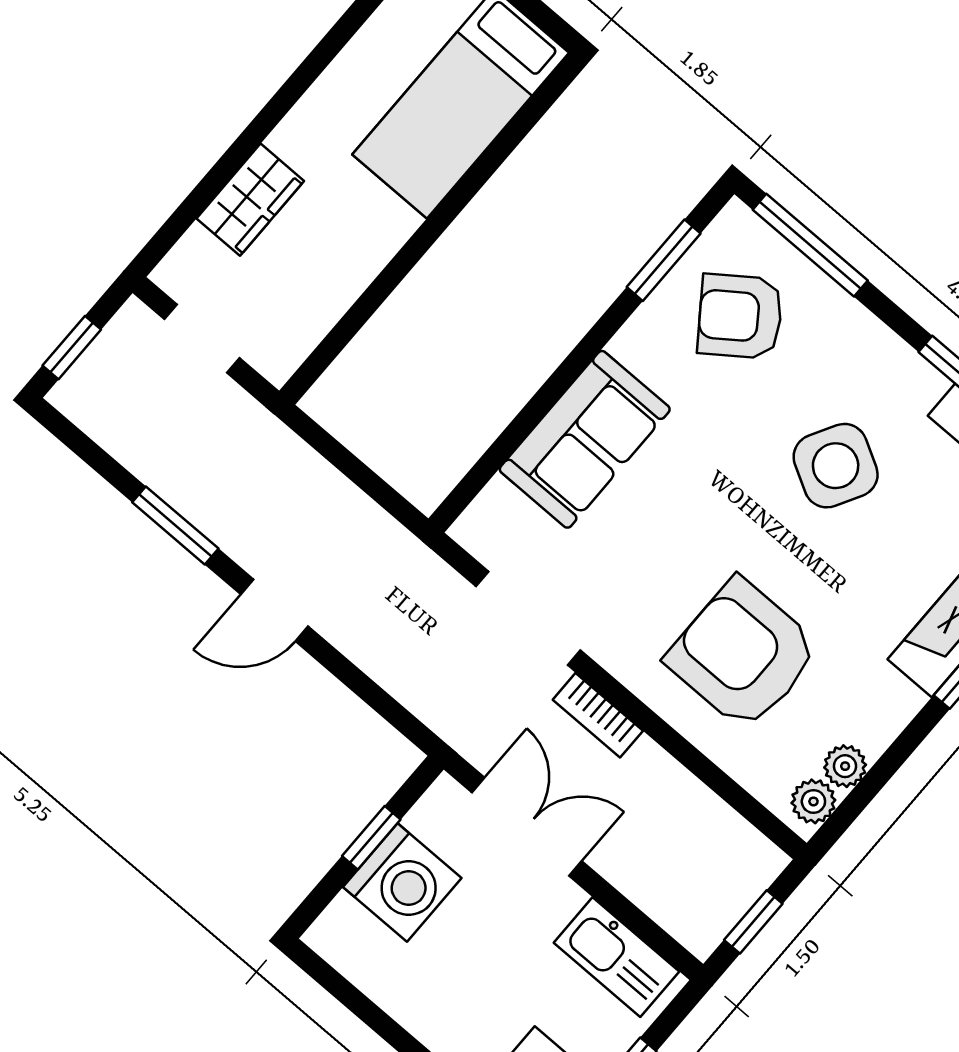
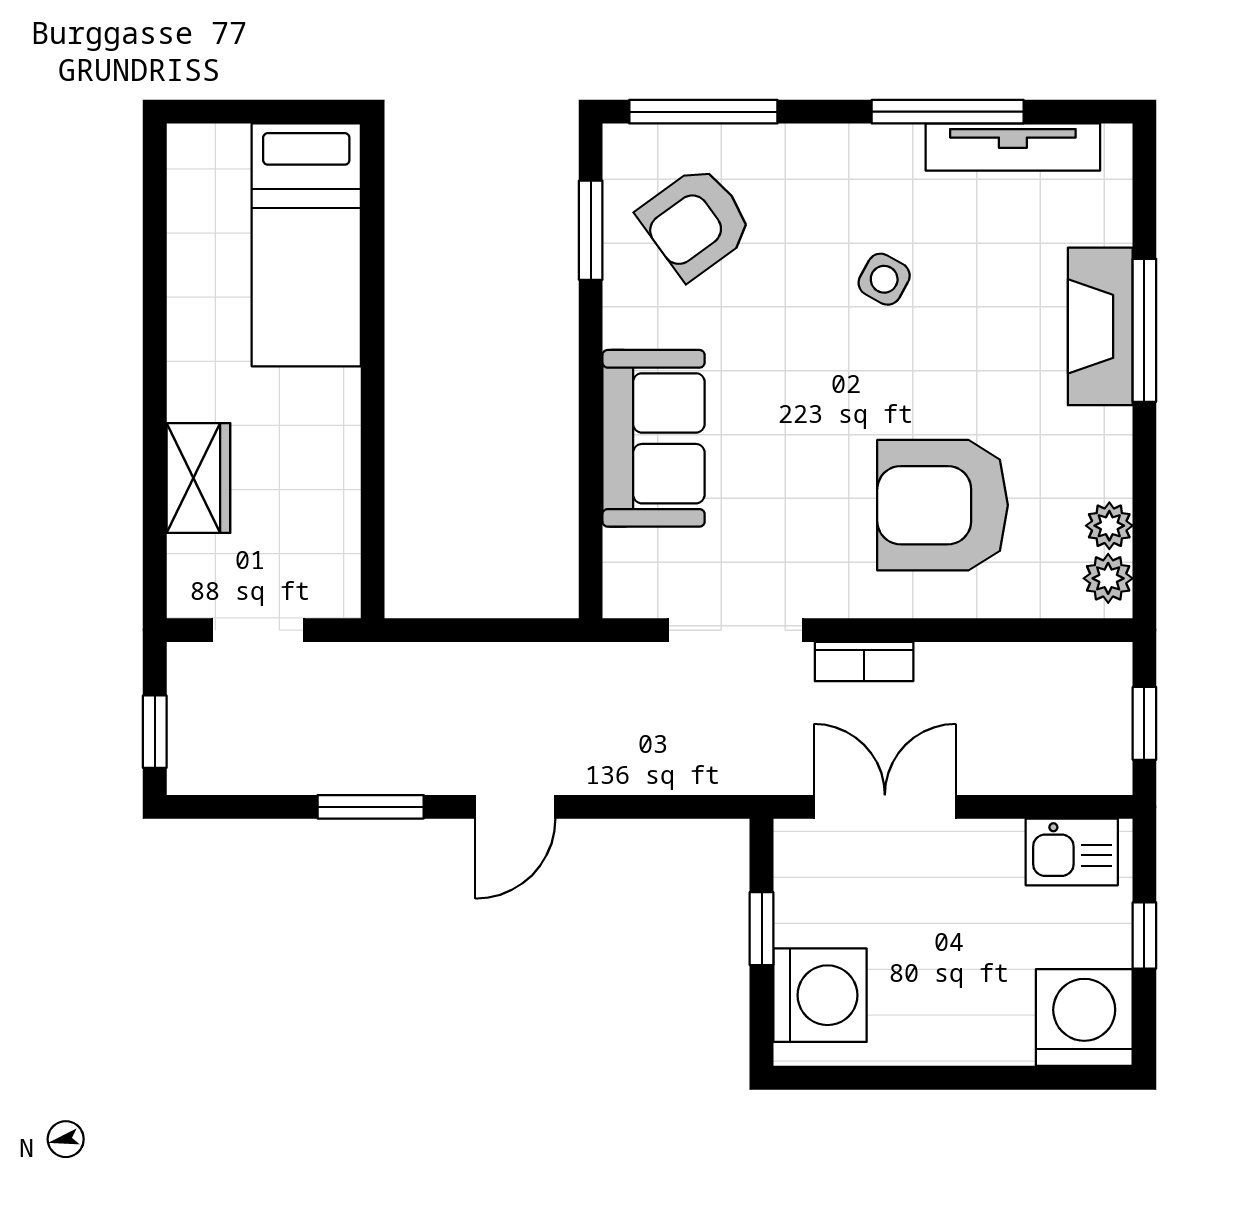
side table: (836, 466) -> (884, 279), width x0.54, depth x0.54
washing machine: (402, 883) -> (820, 995), moved
kitchen sink: (616, 957) -> (1072, 852), width x0.73

